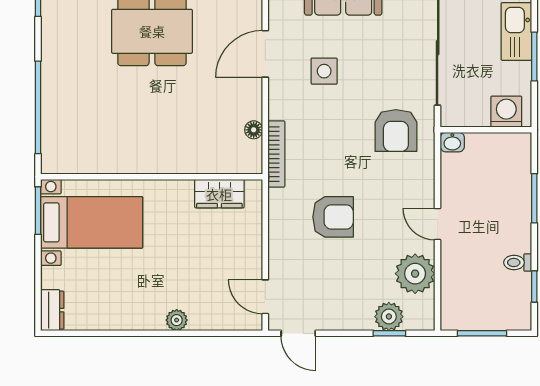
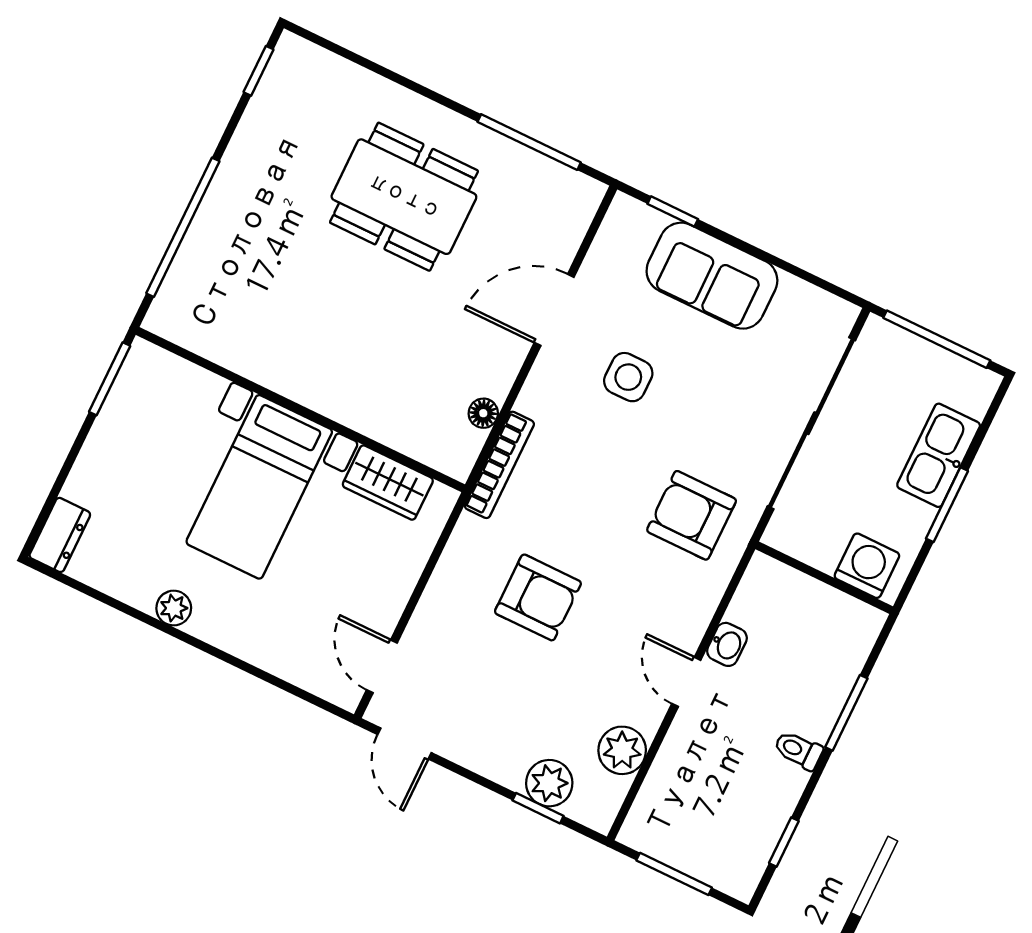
armchair: (396, 131) -> (692, 515), turned 90
washbasin: (452, 142) -> (727, 644), moved, turned -90
bed with nightstands: (92, 222) -> (259, 487), moved, turned 90
toilet: (518, 263) -> (798, 750), moved
plant: (415, 274) -> (622, 750), width x0.73, depth x0.73
plant: (177, 320) -> (174, 608), moved

